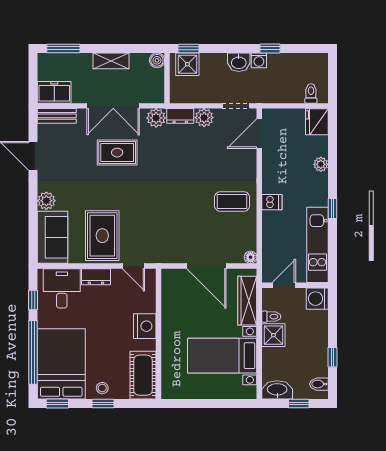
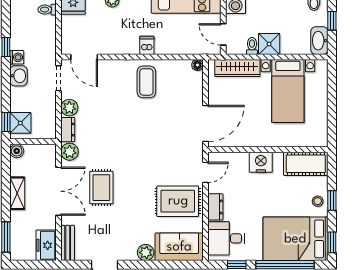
door: (206, 266) -> (206, 123), moved

